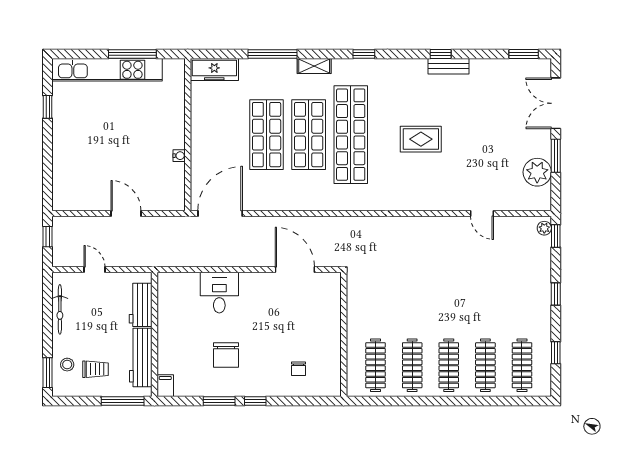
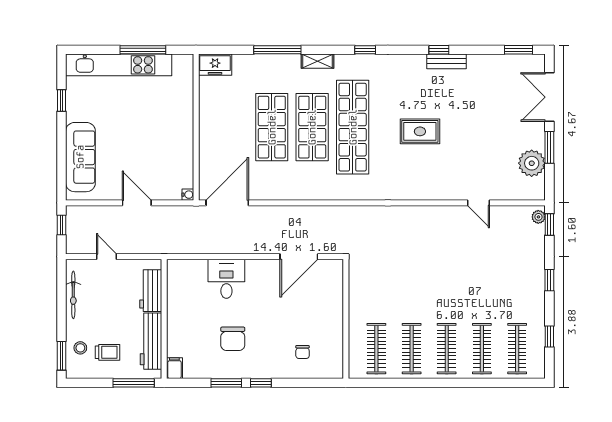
freezer: (214, 70) -> (215, 65), width x0.71
water cooler: (179, 156) -> (188, 195), moved
sofa: (67, 166) -> (80, 157), added
door: (295, 270) -> (299, 257), swing flipped

